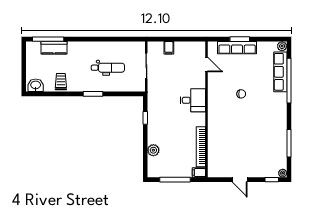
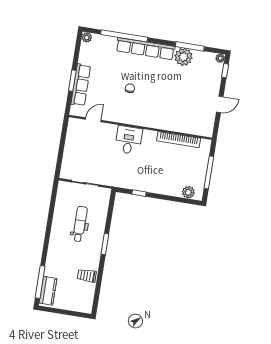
kitchen counter: (54, 48) -> (48, 291), moved
filing cabinet: (169, 48) -> (69, 157), removed
row of seats: (280, 72) -> (145, 49), moved, width x1.36
washbasin: (36, 85) -> (86, 303), removed
plant: (278, 139) -> (183, 57), added
plant: (153, 150) -> (188, 192), moved
filing cabinet: (199, 173) -> (205, 146), removed

